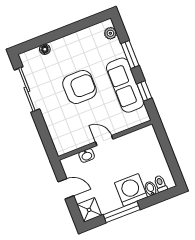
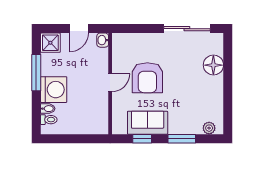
floor lamp: (45, 49) -> (213, 65), width x1.89, depth x1.89
sofa: (125, 85) -> (148, 123), width x0.73
armchair: (80, 87) -> (147, 78), moved
washbasin: (87, 155) -> (103, 40), moved

